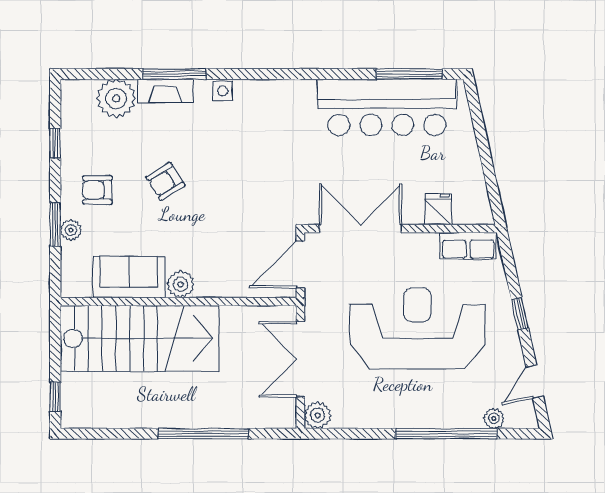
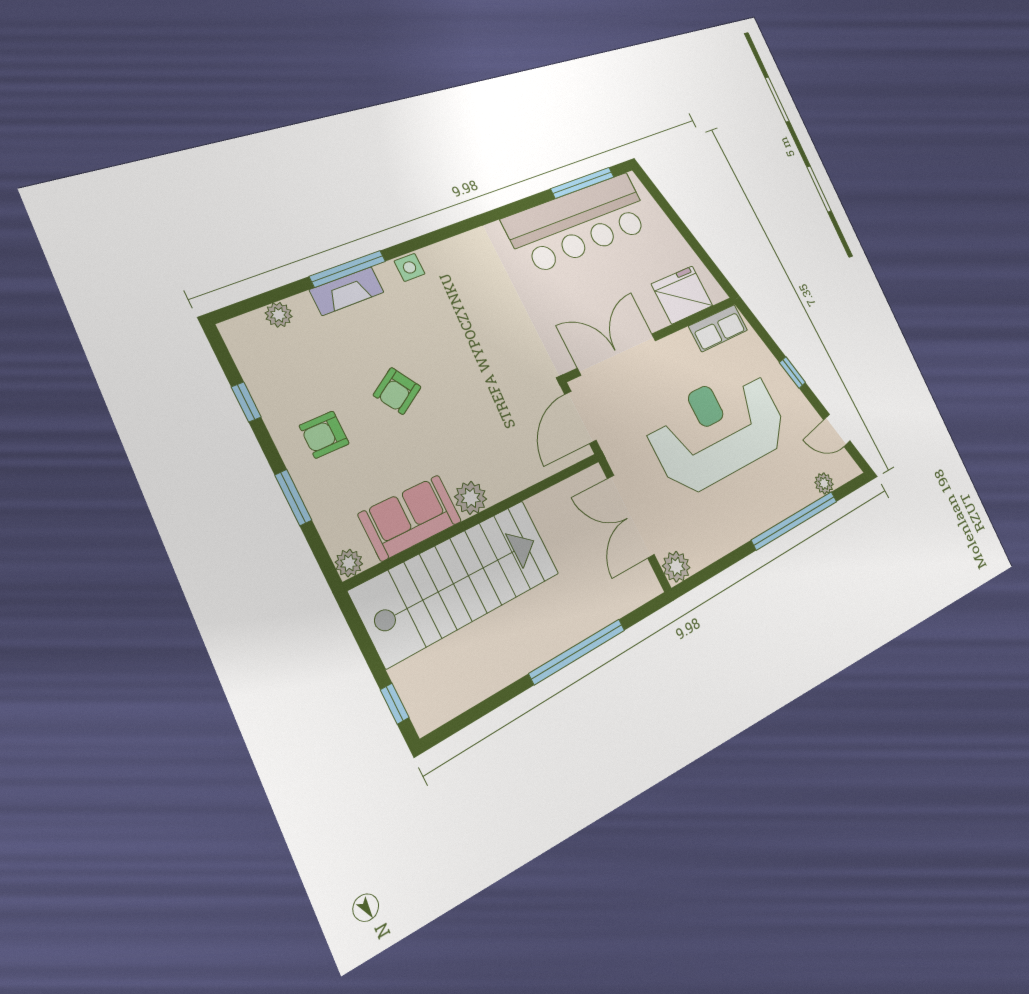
plant: (116, 98) -> (279, 315), width x0.53, depth x0.53
fridge: (438, 209) -> (682, 295), width x1.88, depth x1.34
plant: (71, 230) -> (349, 563), moved
door: (535, 382) -> (837, 430), hinge flipped

